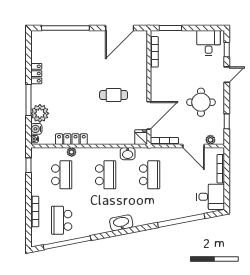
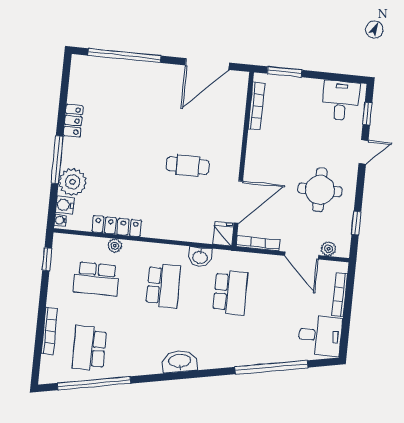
school desk: (62, 175) -> (96, 279), turned 90

